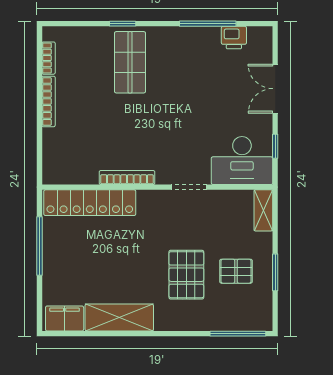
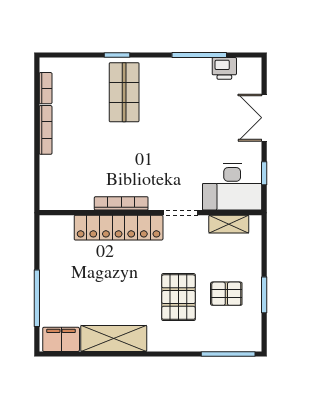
locker: (90, 203) -> (119, 228), moved
shelving: (263, 210) -> (229, 224), moved, turned 90
window: (39, 246) -> (37, 298), moved

